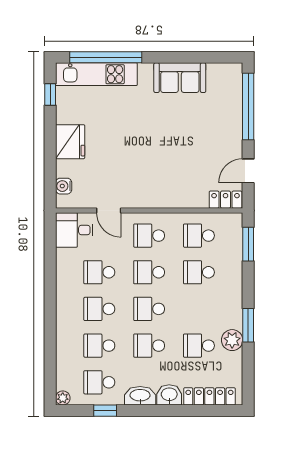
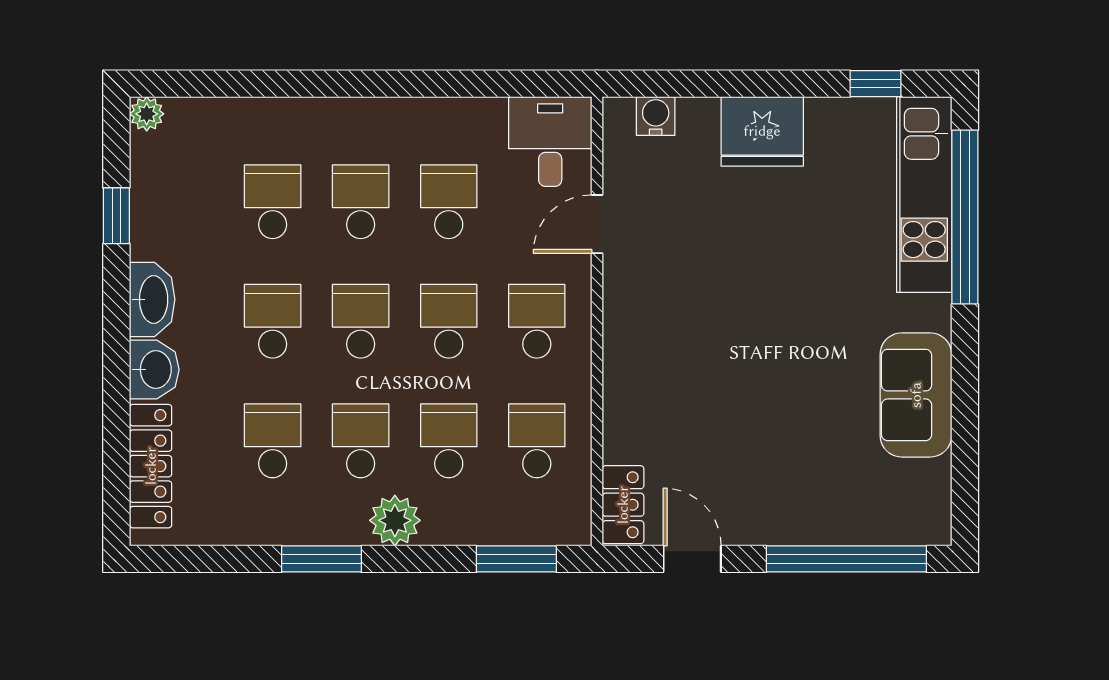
plant: (232, 340) -> (395, 520), moved
school desk: (99, 382) -> (361, 441), moved

